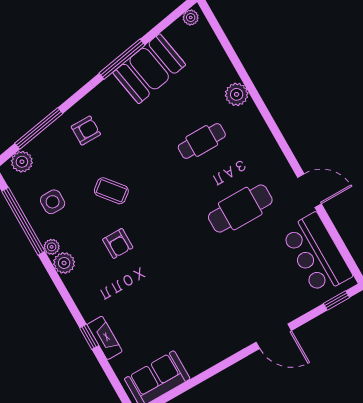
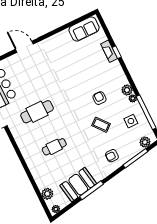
plant: (237, 94) -> (47, 194), moved

